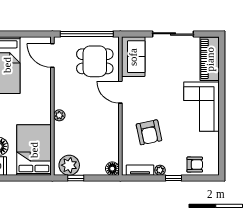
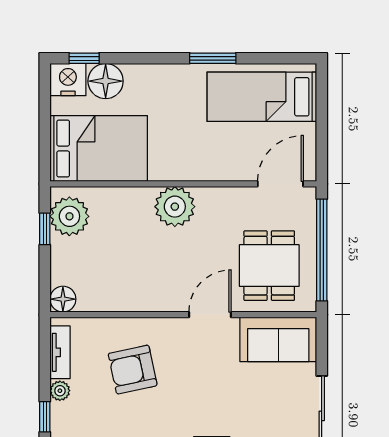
plant: (59, 115) -> (175, 207), width x1.87, depth x1.87

